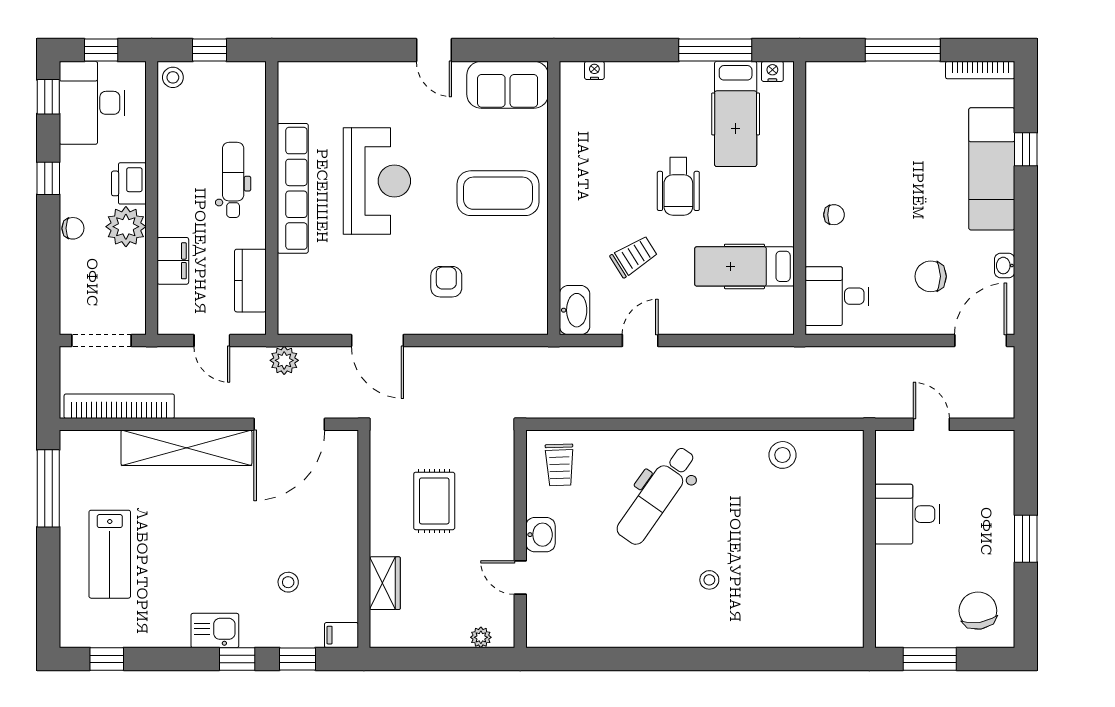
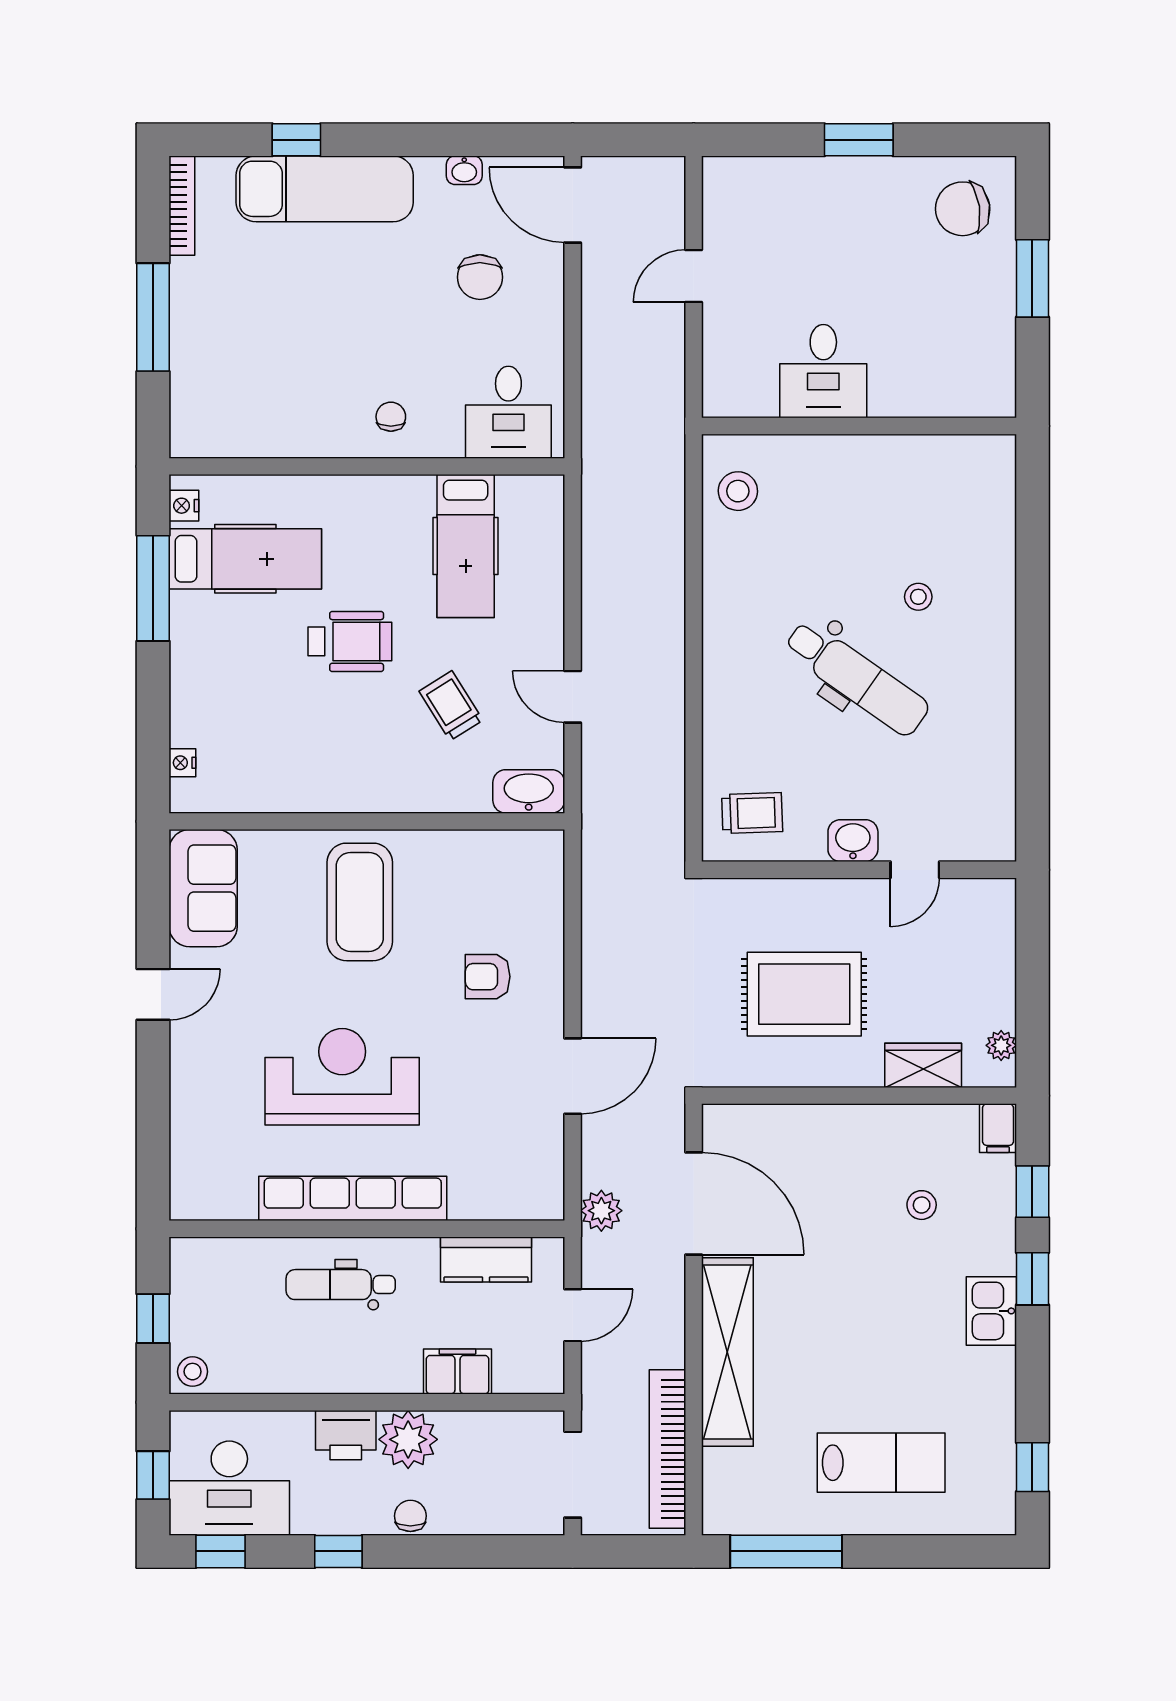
dental chair: (657, 495) -> (857, 678), moved
rug: (434, 501) -> (804, 994), width x1.36, depth x1.43
desk: (907, 514) -> (823, 371), moved
wall: (869, 539) -> (859, 426), moved
plant: (481, 637) -> (1001, 1045), moved

